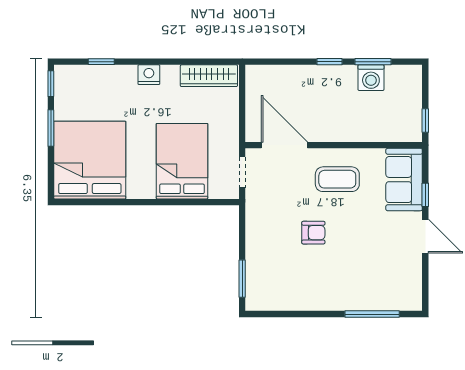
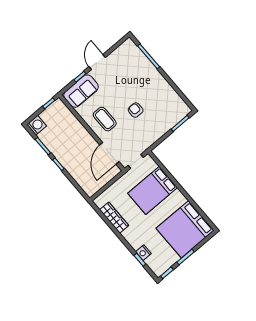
nightstand: (149, 75) -> (143, 253), moved
wardrobe: (209, 76) -> (114, 218), moved
washing machine: (371, 78) -> (37, 125), moved

